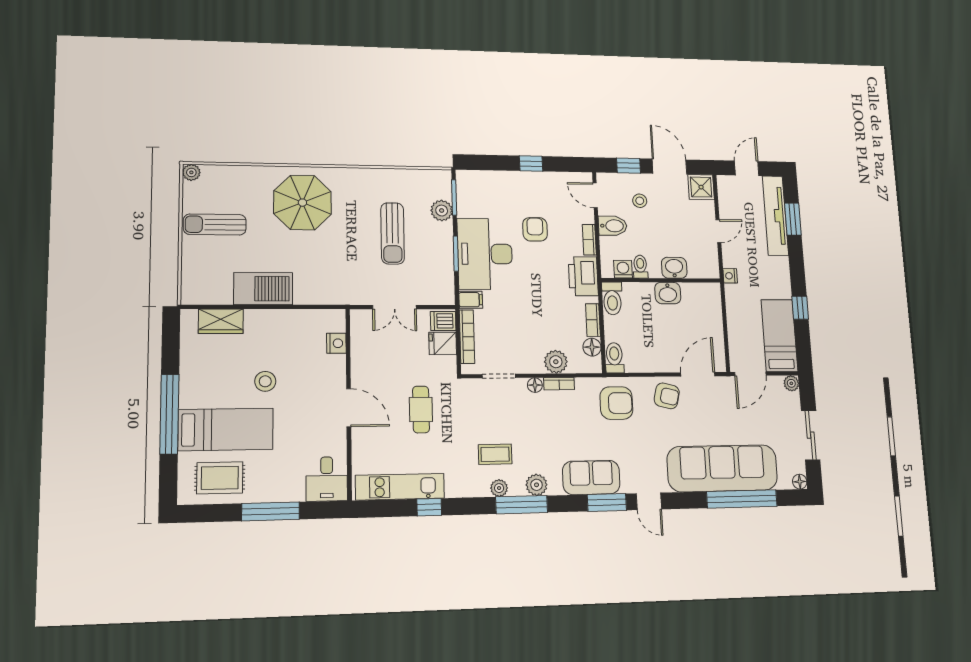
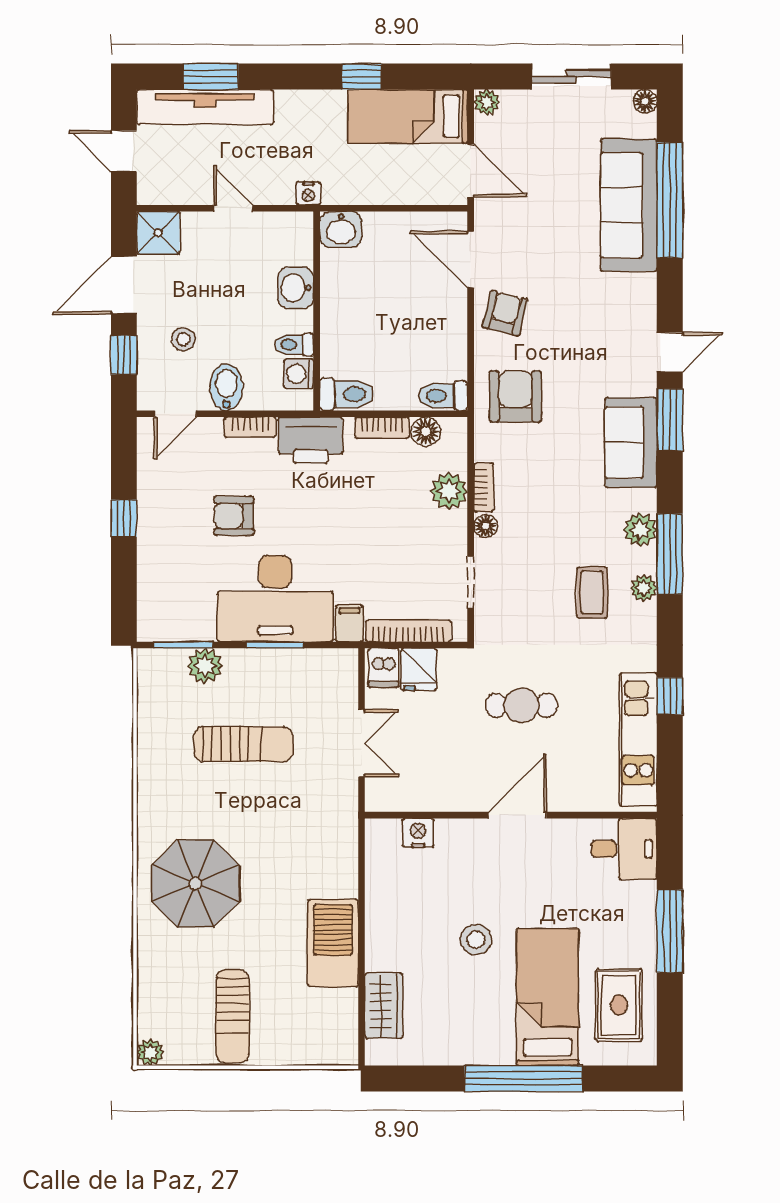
washbasin: (668, 293) -> (341, 229), moved, turned 90
sofa: (722, 468) -> (629, 205), width x0.74, depth x0.79

